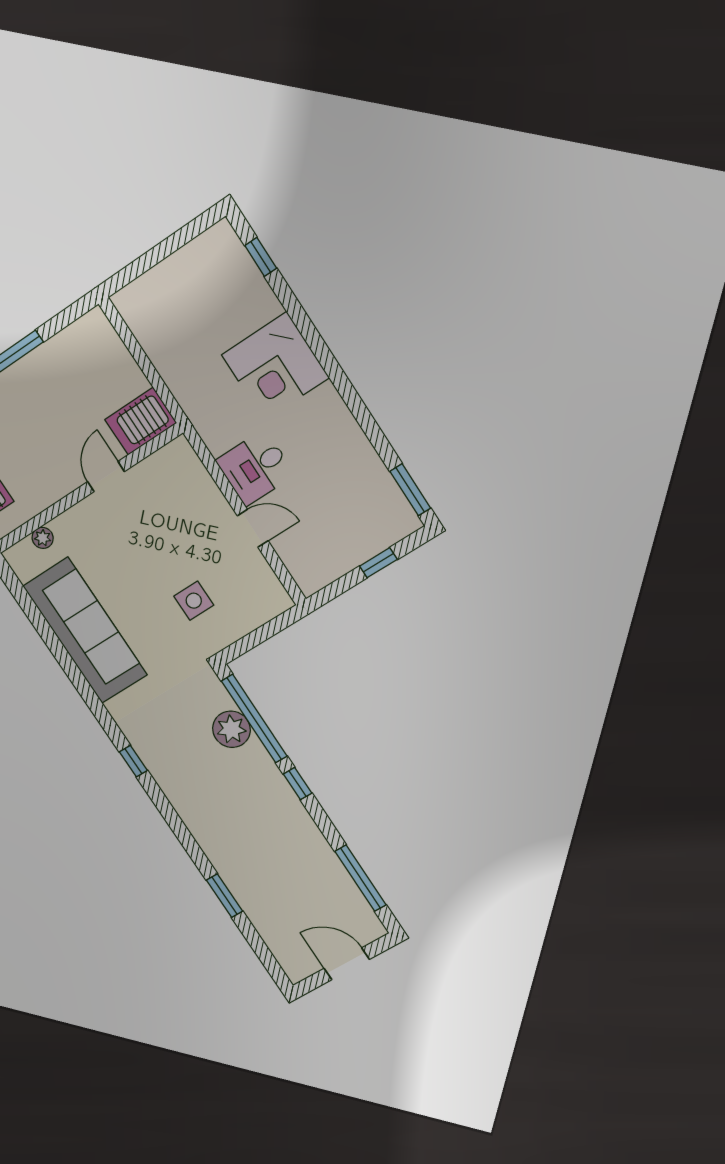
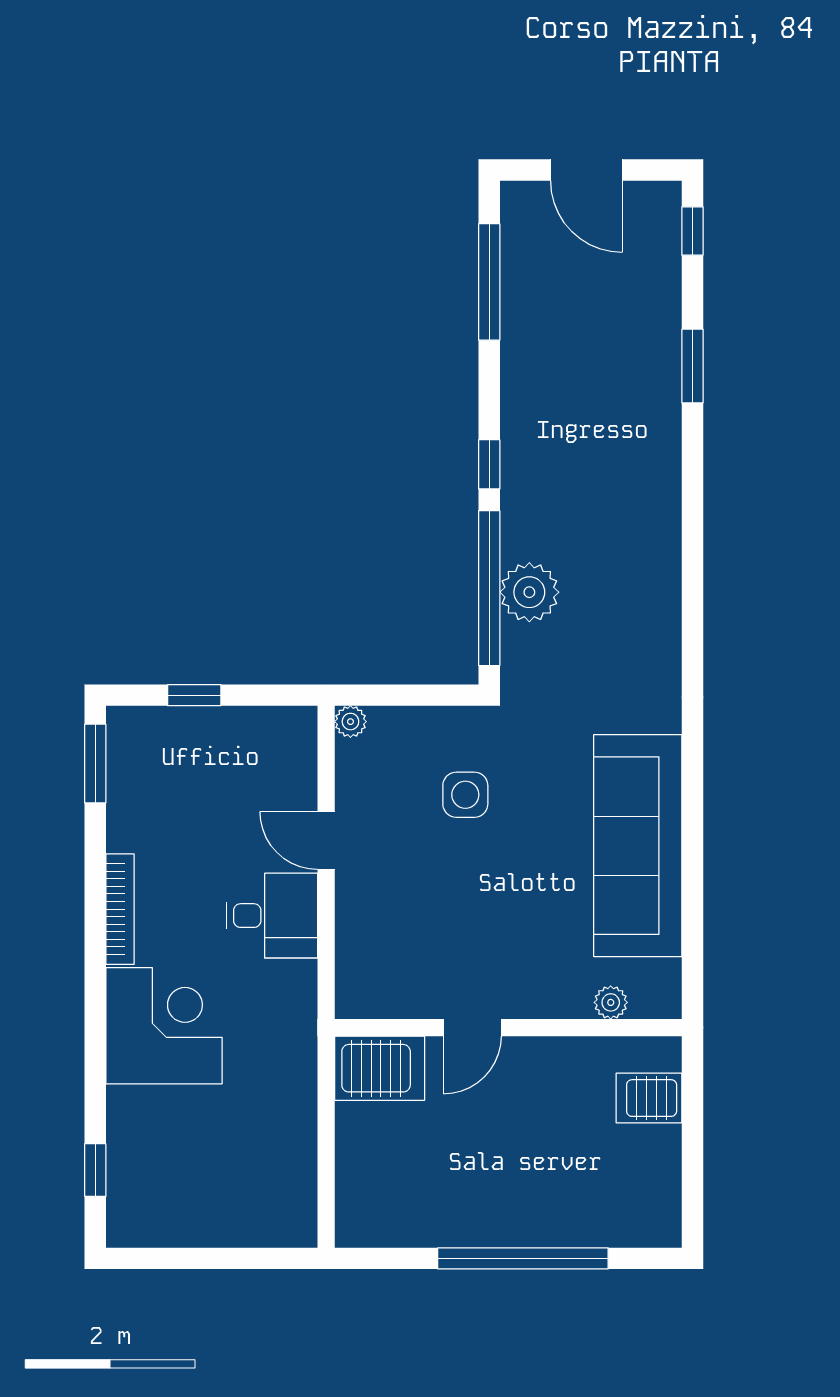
bookcase: (343, 416) -> (120, 909), added
plant: (282, 602) -> (350, 722), added
window: (133, 761) -> (692, 231), moved

